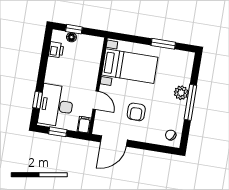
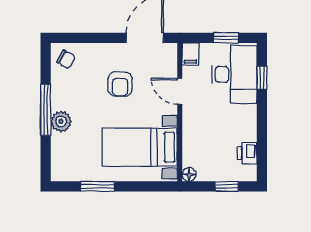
floor lamp: (71, 37) -> (189, 174), moved
armchair: (136, 112) -> (120, 84), turned 180

